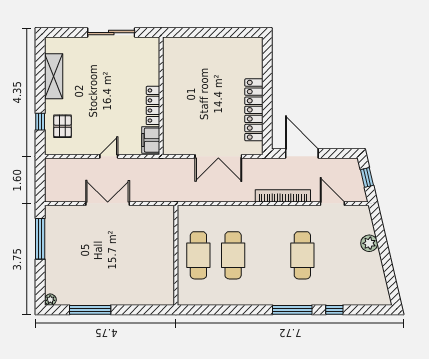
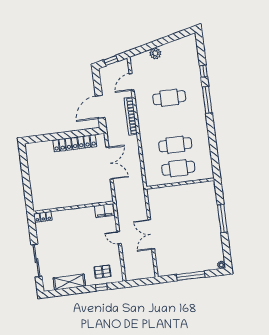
sliding door: (111, 33) -> (36, 261), moved
locker: (153, 105) -> (43, 217), moved, width x0.66
window: (40, 239) -> (191, 276), moved
window: (90, 310) -> (222, 218), moved

